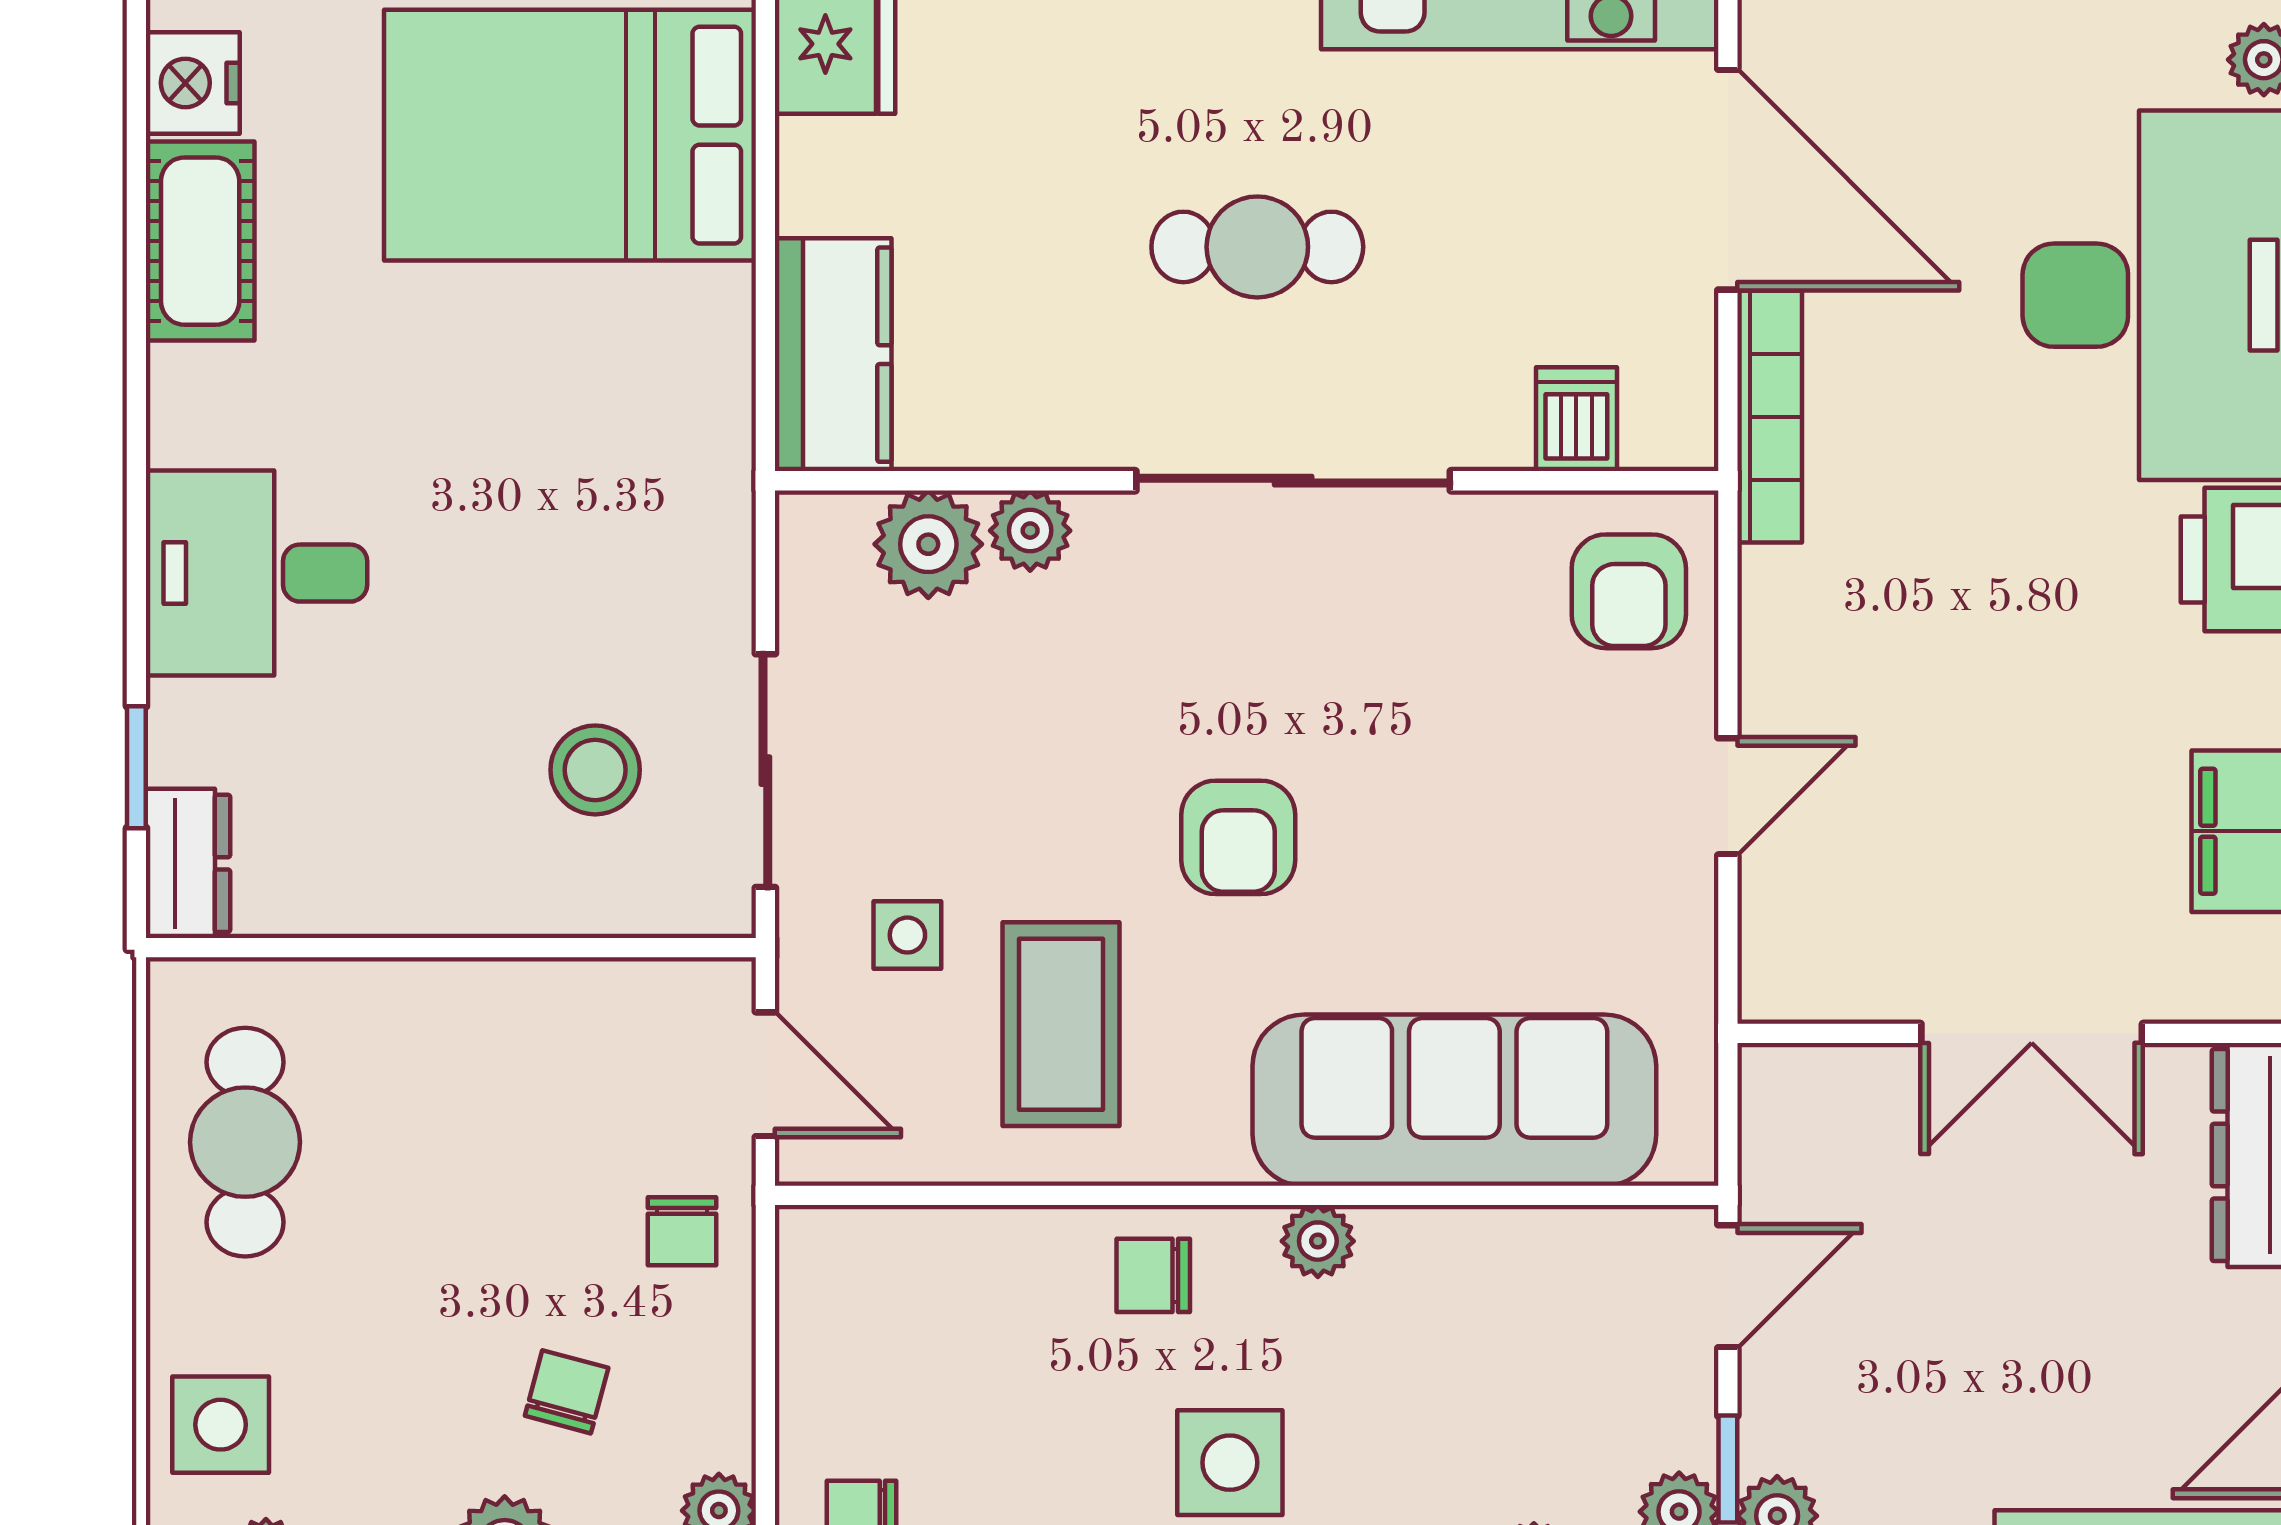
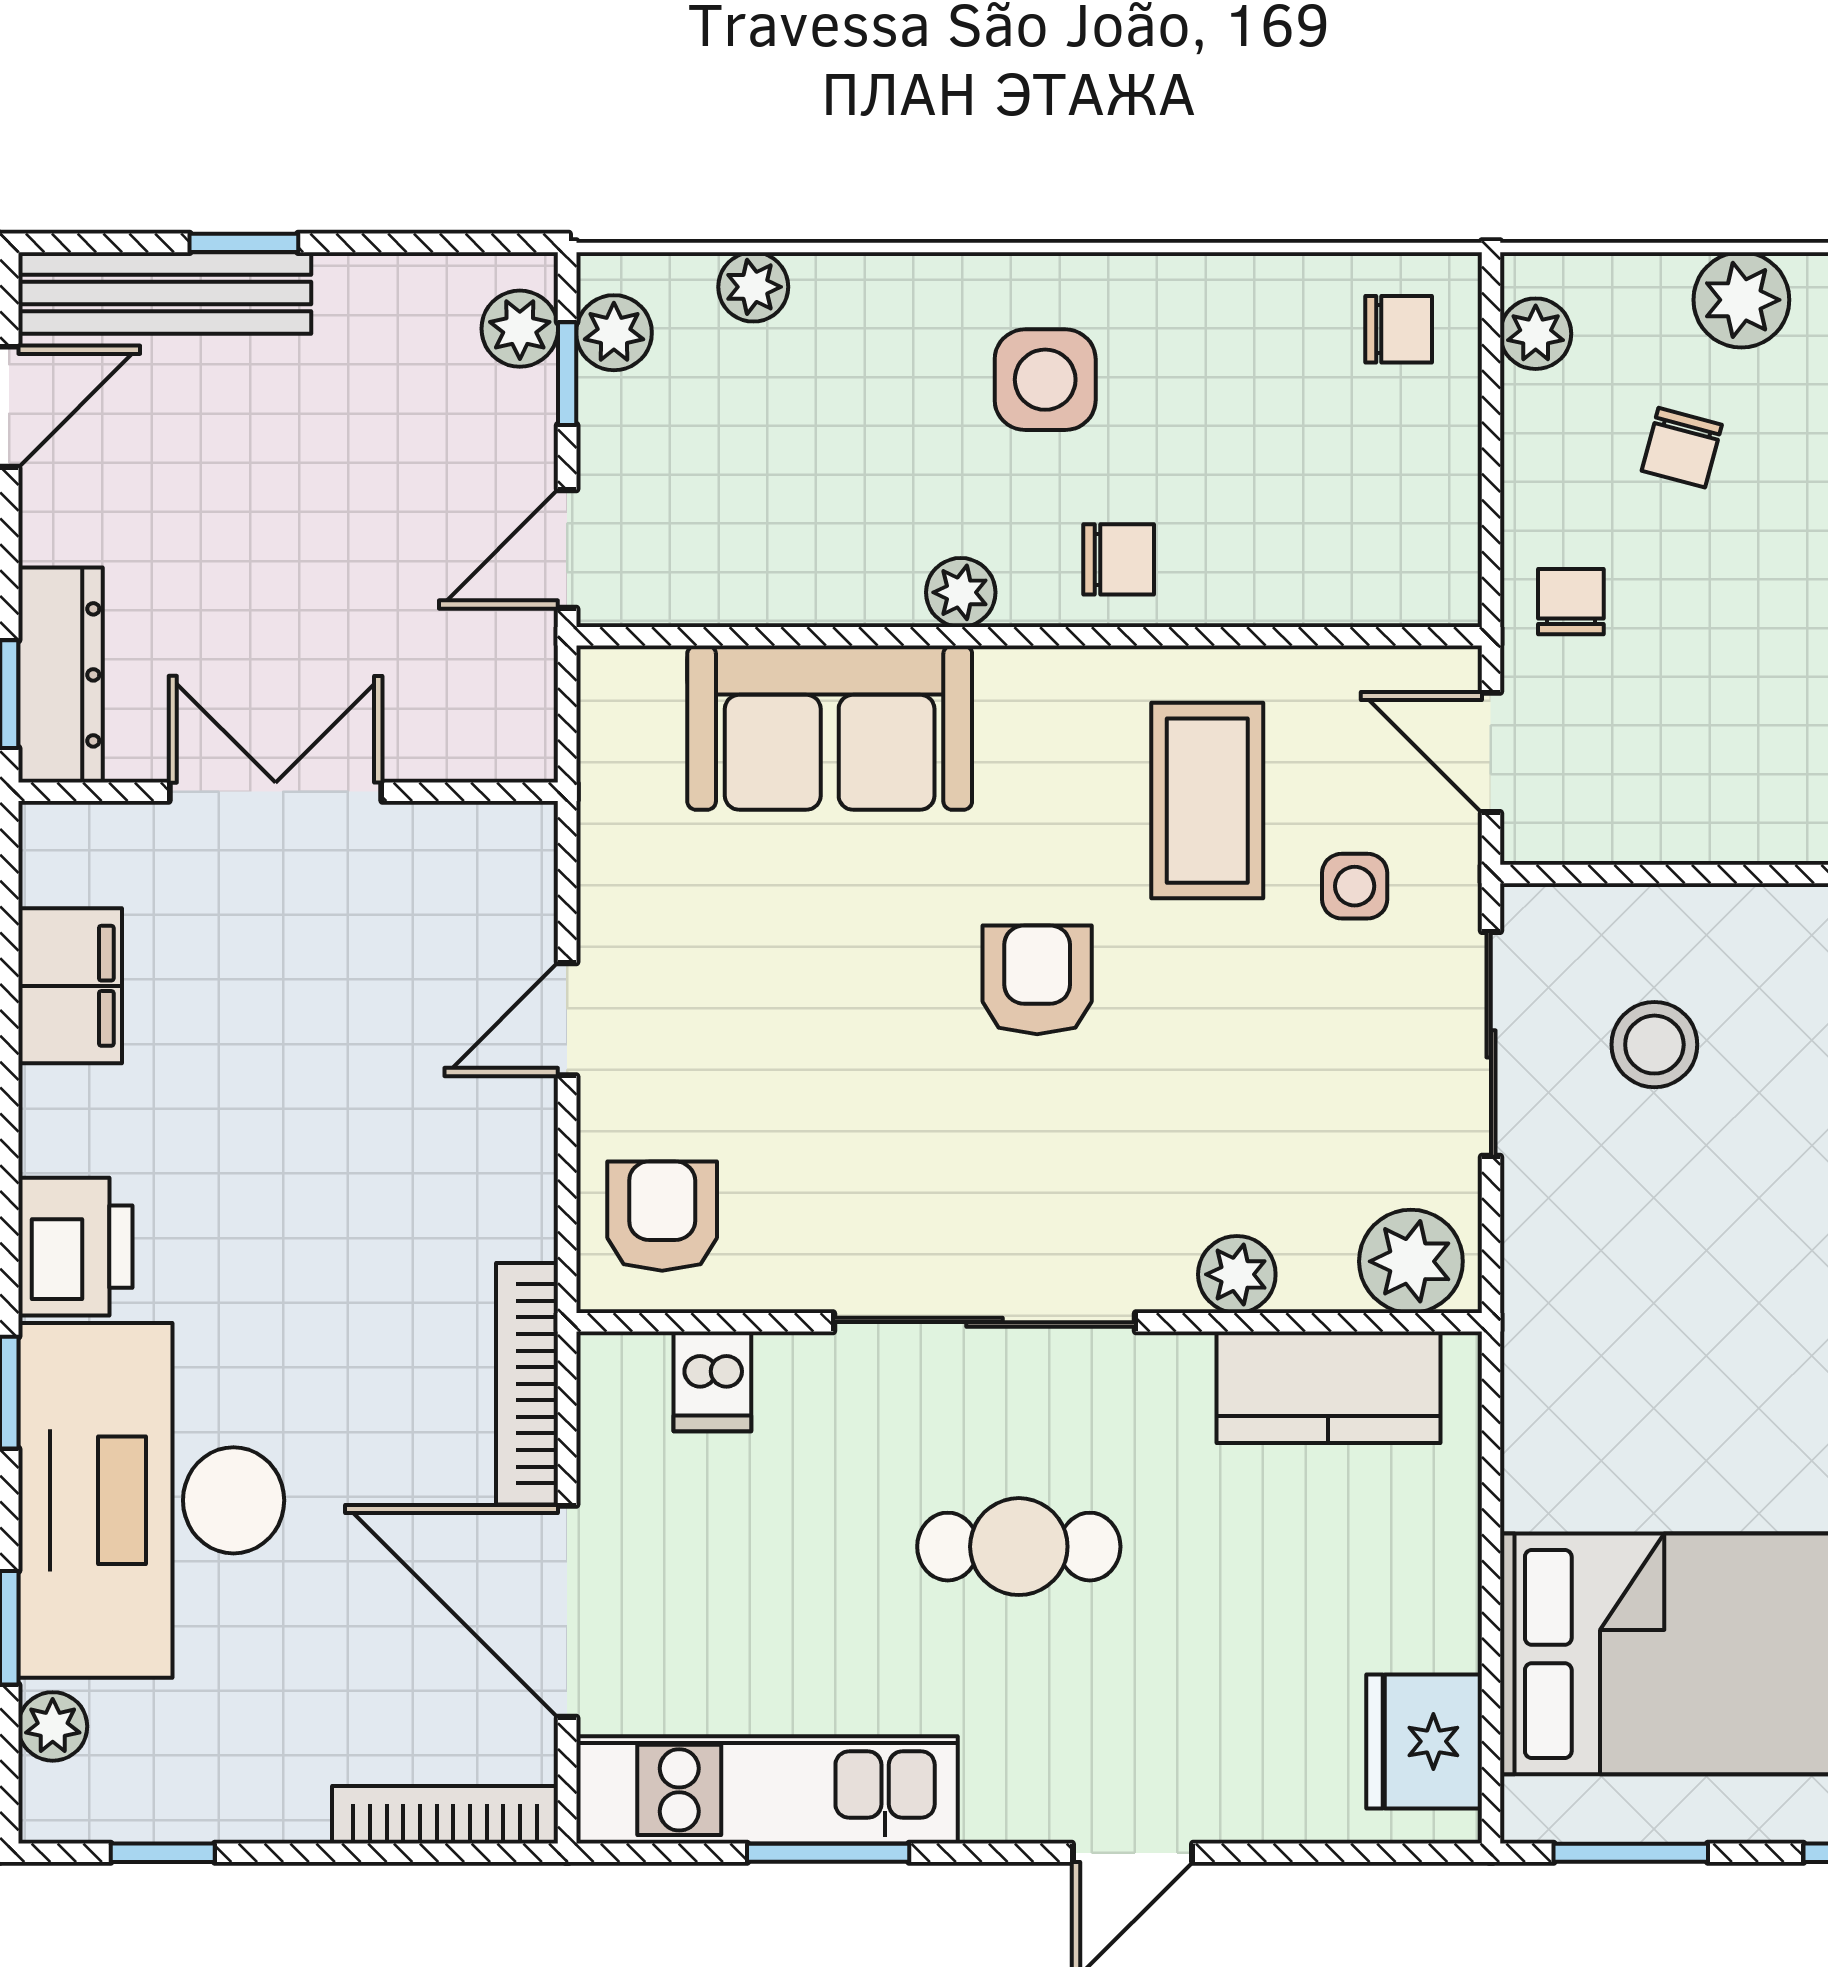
kitchen counter: (833, 355) -> (1328, 1387), moved, turned -90
plant: (928, 544) -> (1411, 1261), moved
sofa: (1454, 1100) -> (830, 728), width x0.73

